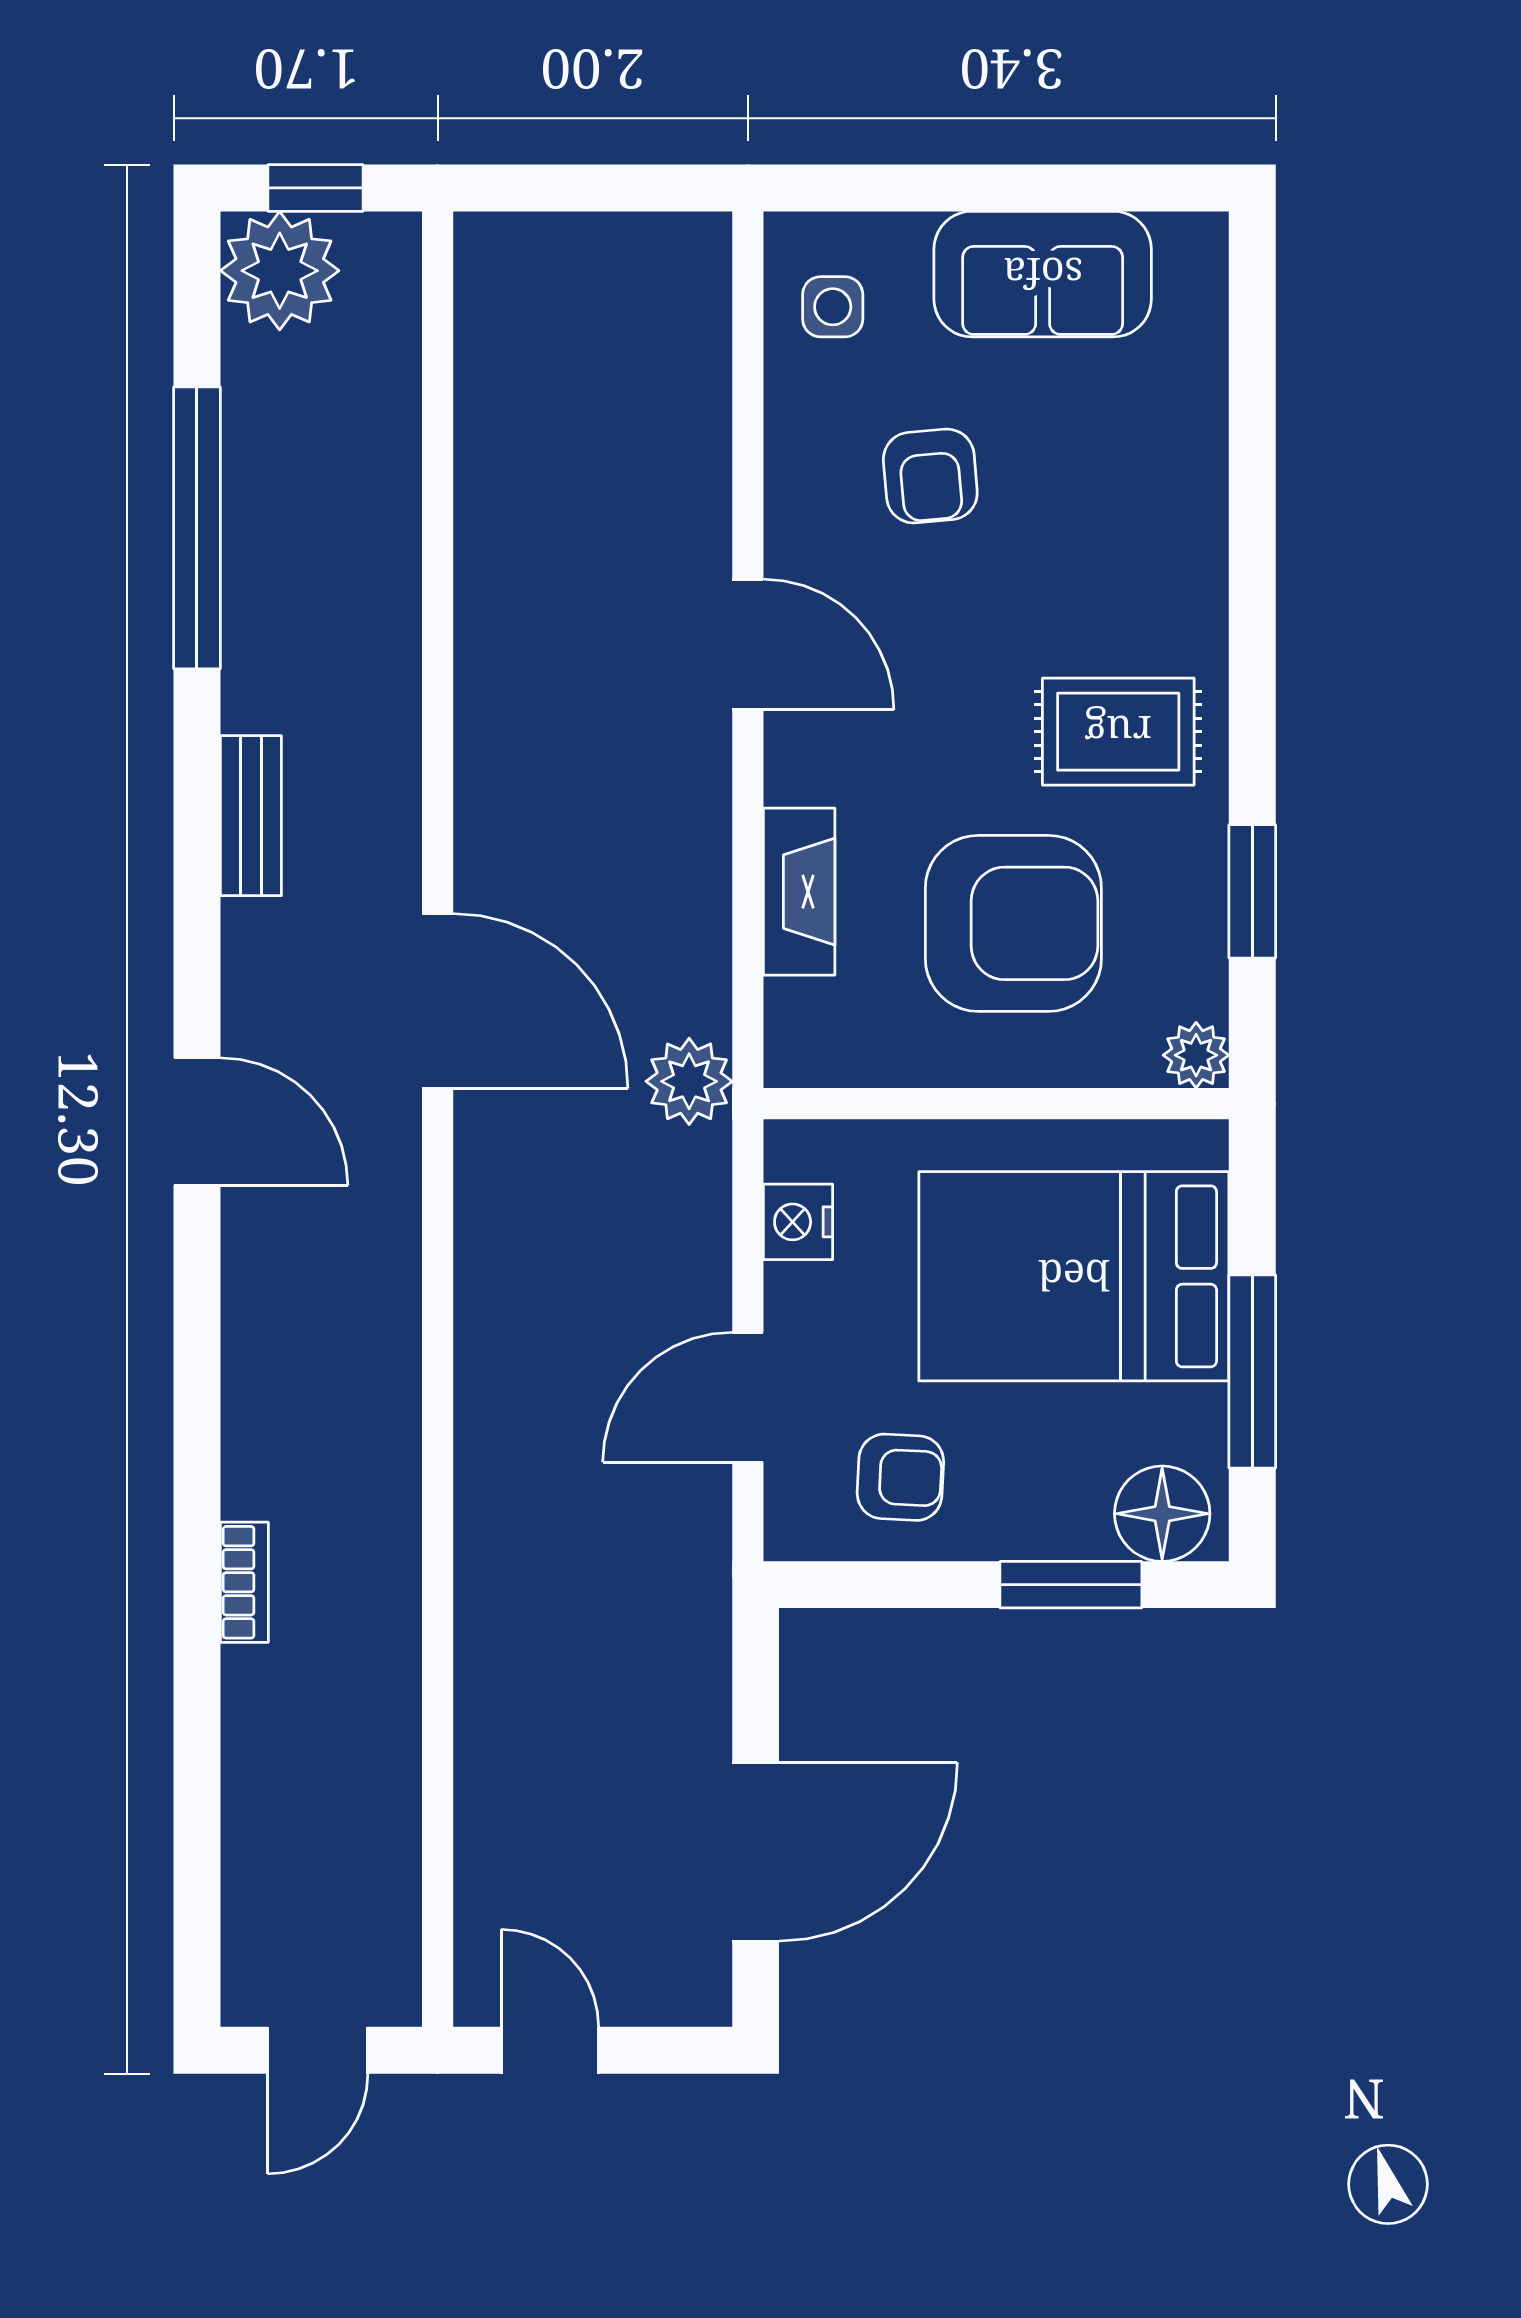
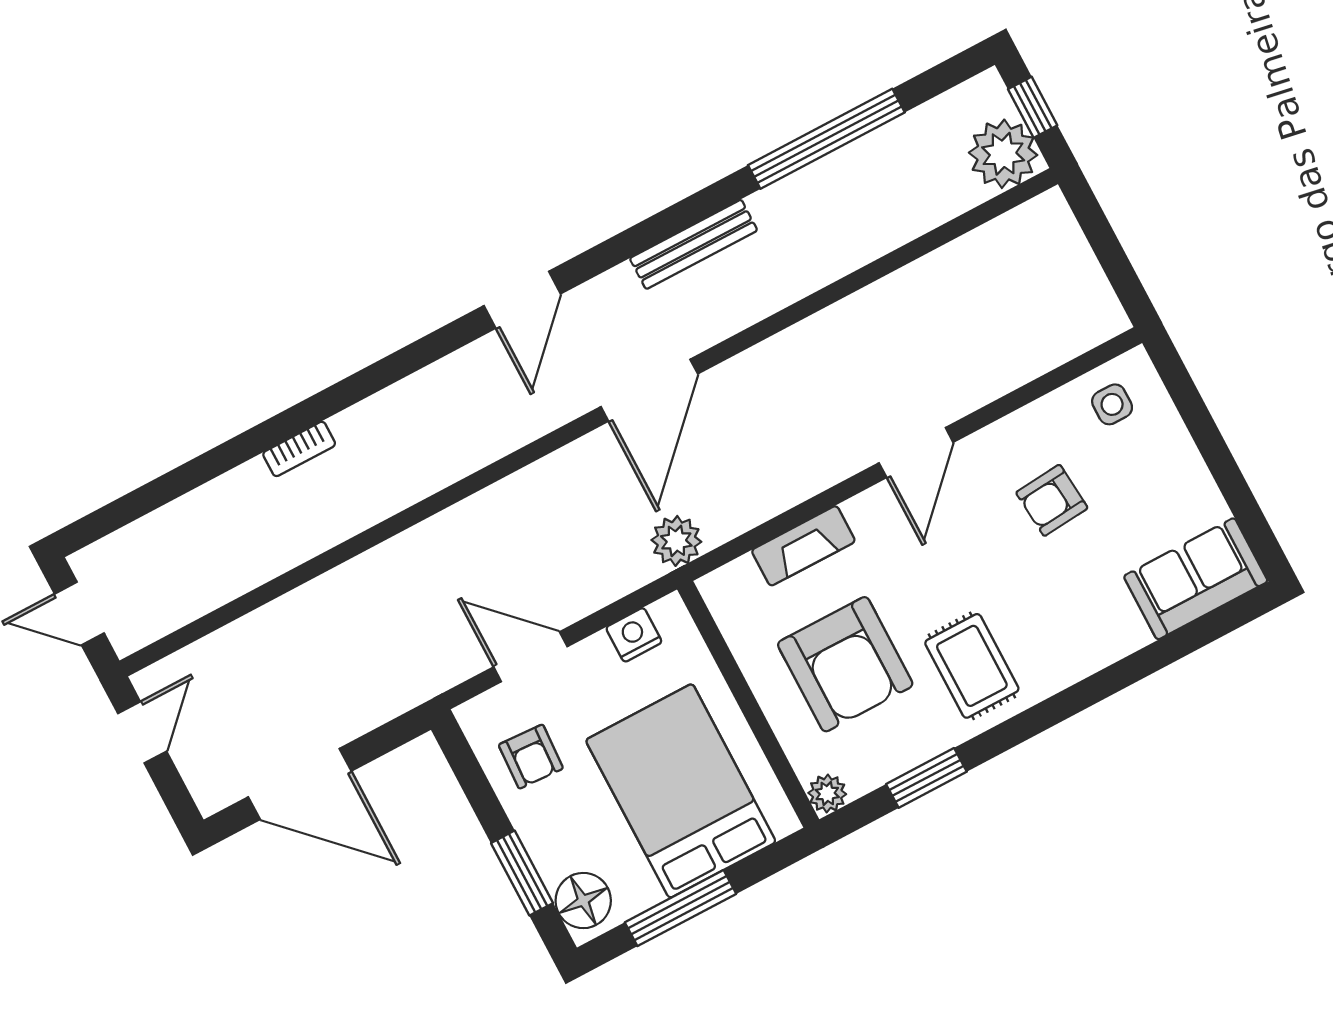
plant: (280, 271) -> (1003, 154), moved
sofa: (1043, 274) -> (1196, 579), moved, turned 90
bench: (251, 816) -> (694, 244), width x1.36

